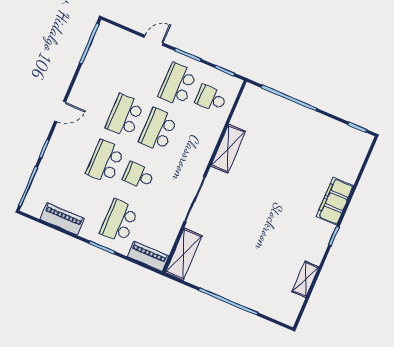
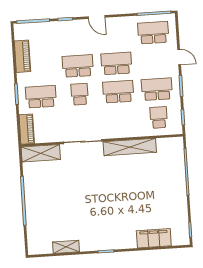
school desk: (111, 56) -> (153, 33), added
shelving: (228, 149) -> (130, 147), width x1.47
filing cabinet: (335, 201) -> (154, 238), moved

